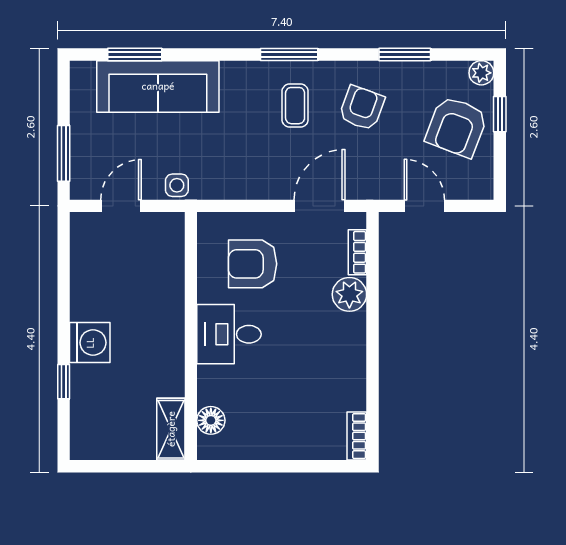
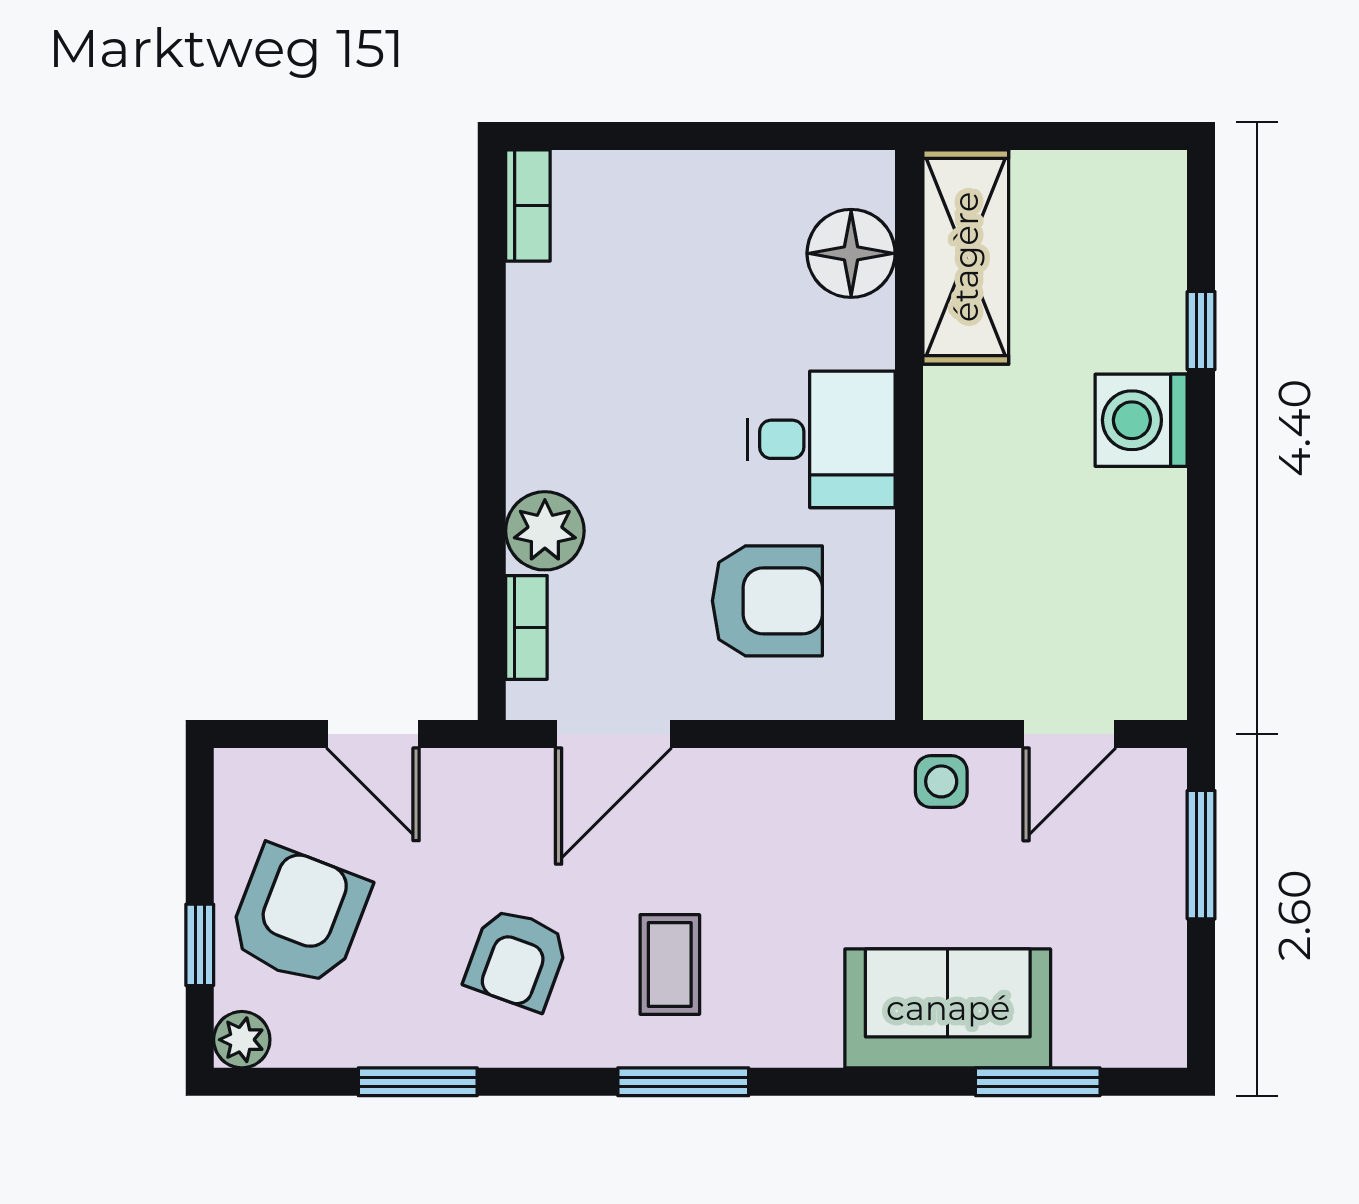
sofa: (158, 86) -> (948, 1008), width x0.73
floor lamp: (211, 420) -> (851, 253), width x1.38, depth x1.38
shelving: (171, 429) -> (966, 257), width x1.50, depth x1.33

